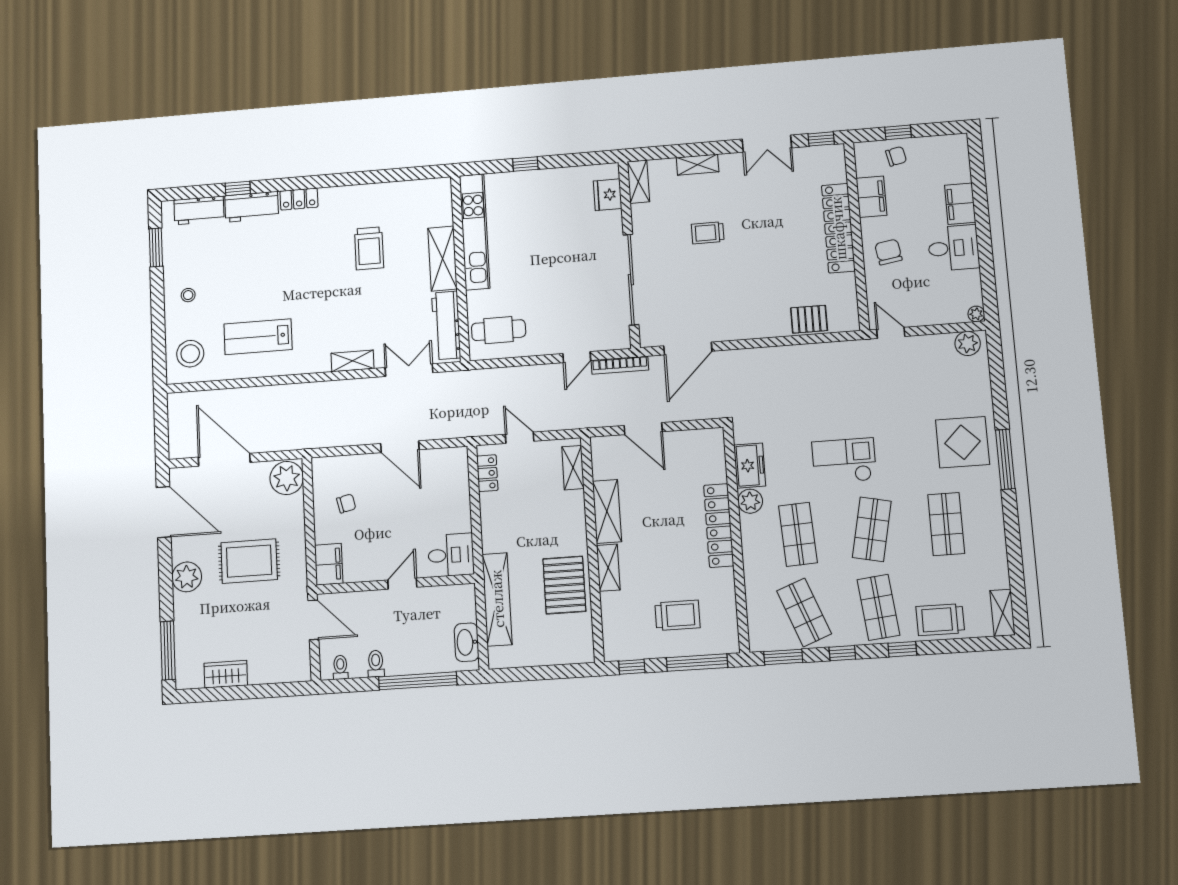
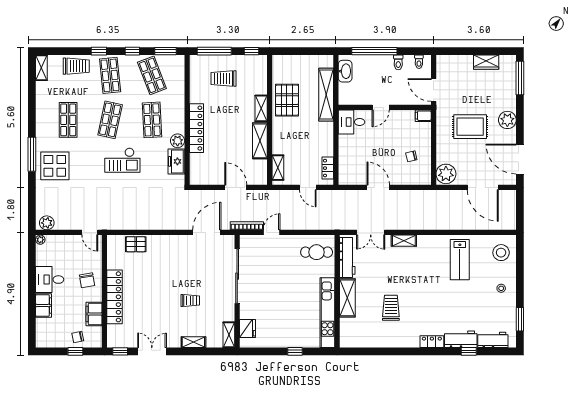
lab bench: (258, 337) -> (460, 260), turned 90
filing cabinet: (329, 564) -> (423, 116), width x0.50

